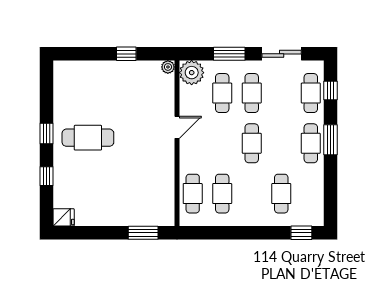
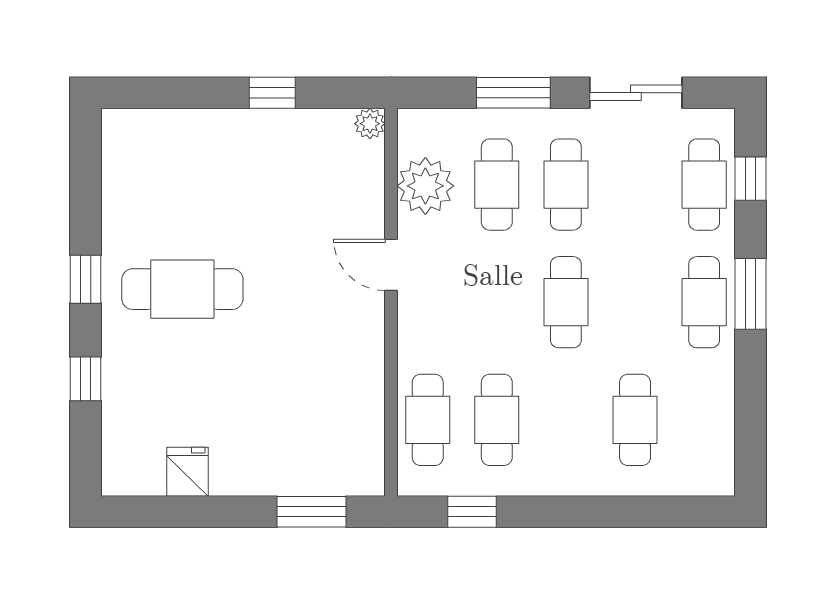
plant: (192, 73) -> (425, 186), moved
door: (177, 127) -> (391, 265), swing flipped
fridge: (64, 217) -> (187, 472), moved, turned -90
window: (301, 233) -> (472, 512), moved

